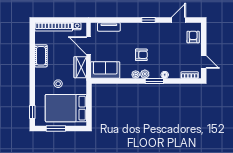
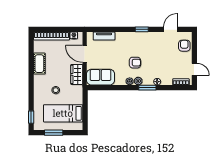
bed: (66, 108) -> (63, 113), width x0.67

